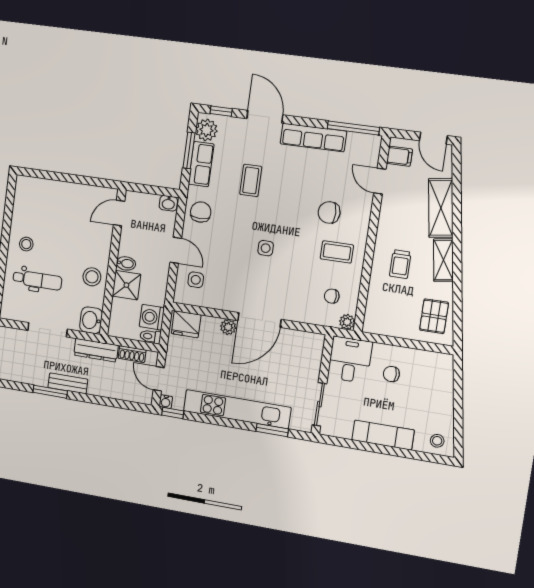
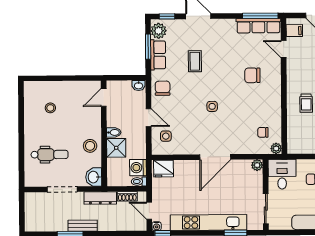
row of seats: (313, 138) -> (258, 26), moved
stool: (26, 244) -> (50, 108), moved
coffee table: (337, 252) -> (262, 101), removed
plant: (228, 327) -> (257, 165), moved

